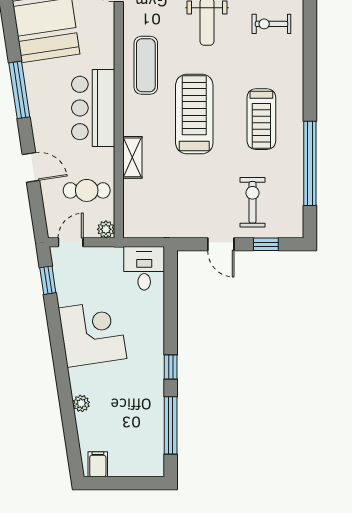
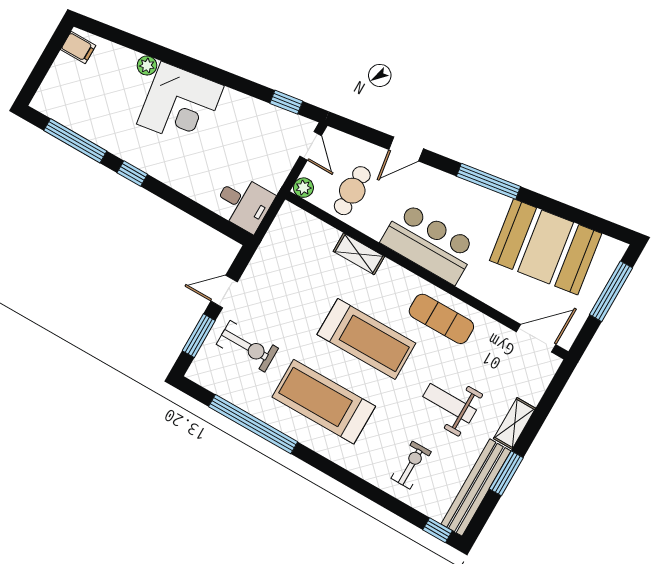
treadmill: (261, 119) -> (324, 402), width x1.37, depth x1.38
window: (266, 244) -> (199, 336), width x1.50
corner desk: (93, 333) -> (180, 105), moved

